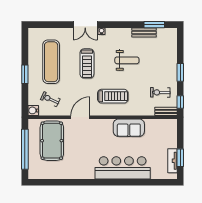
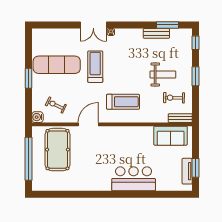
weight bench: (127, 60) -> (163, 75), moved
exercise mat: (51, 62) -> (57, 65), turned 90
treadmill: (87, 63) -> (95, 67), turned 180
window: (180, 102) -> (196, 43), moved
sofa: (129, 128) -> (171, 136), moved
bar counter: (123, 168) -> (134, 179), width x0.73

